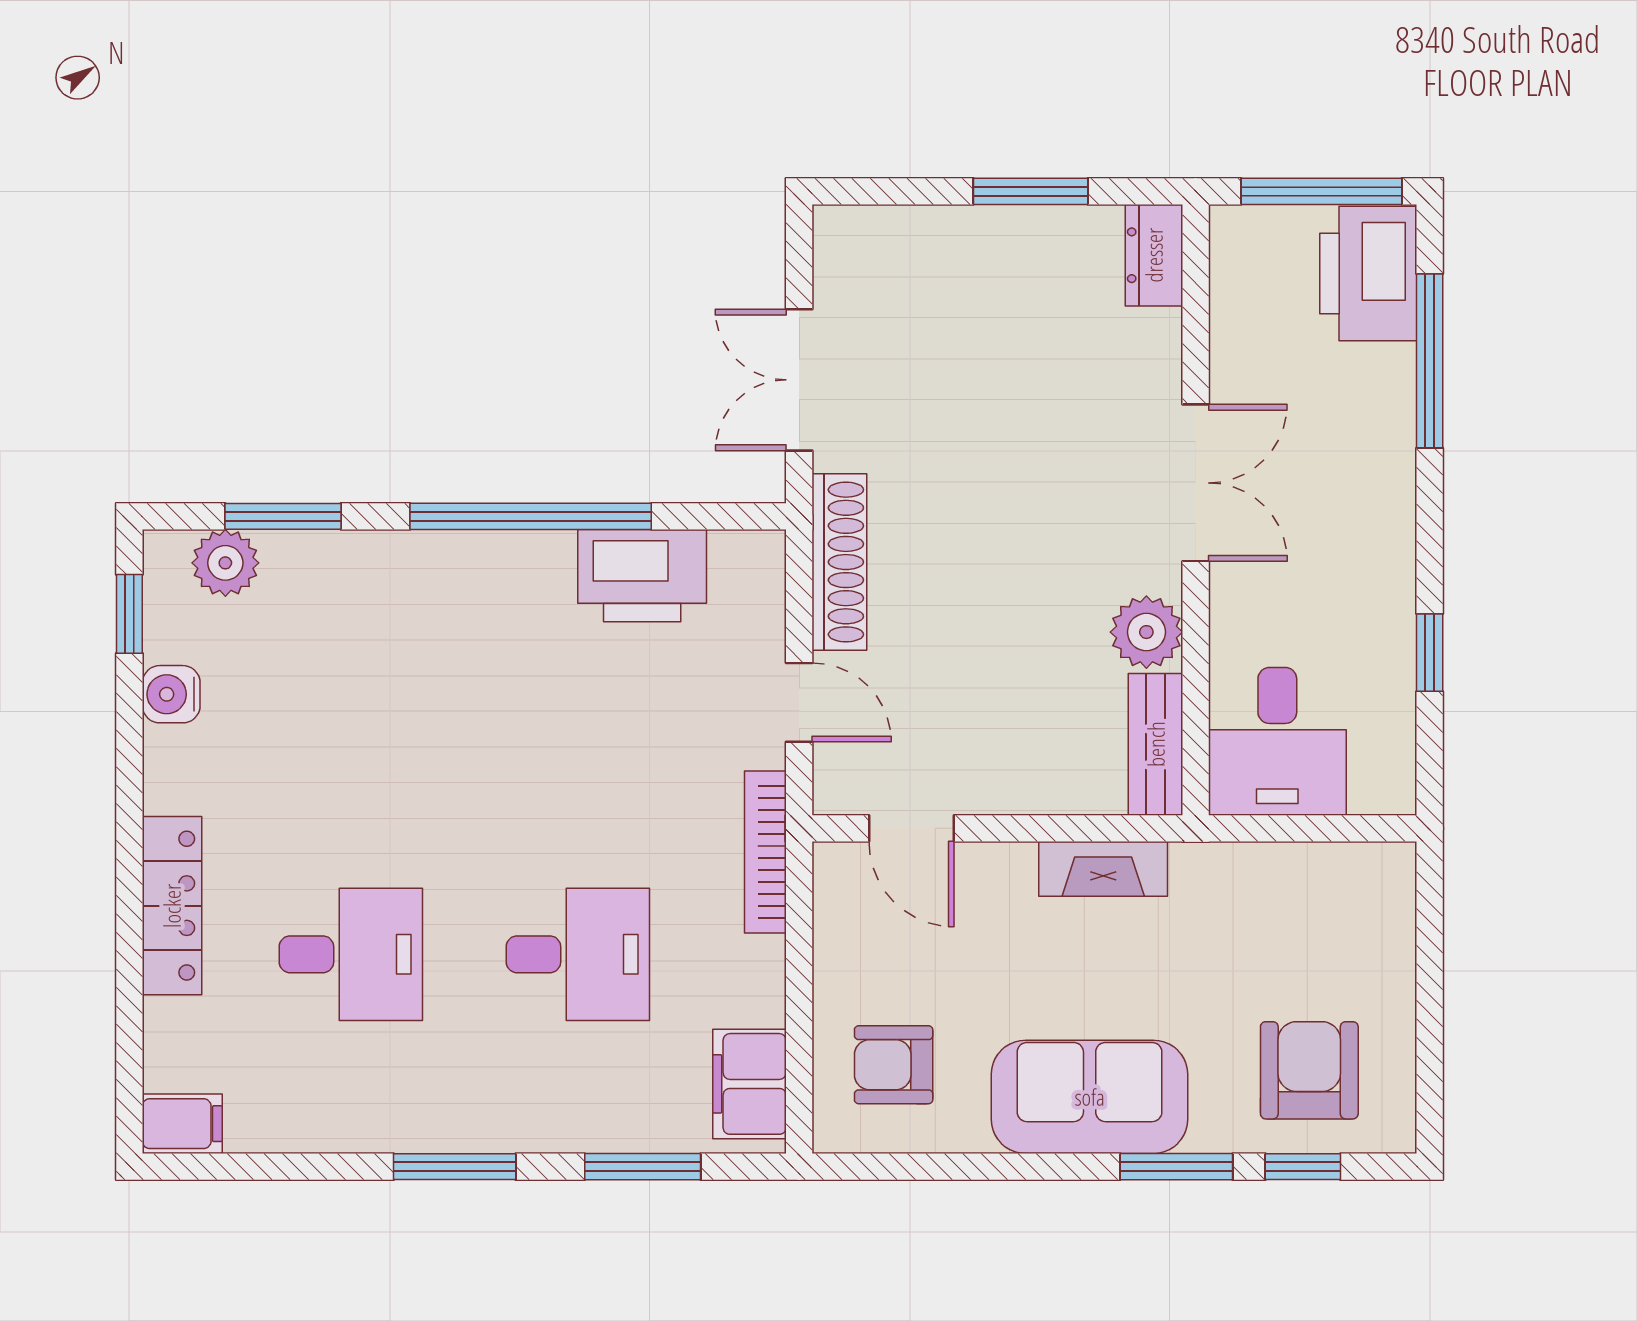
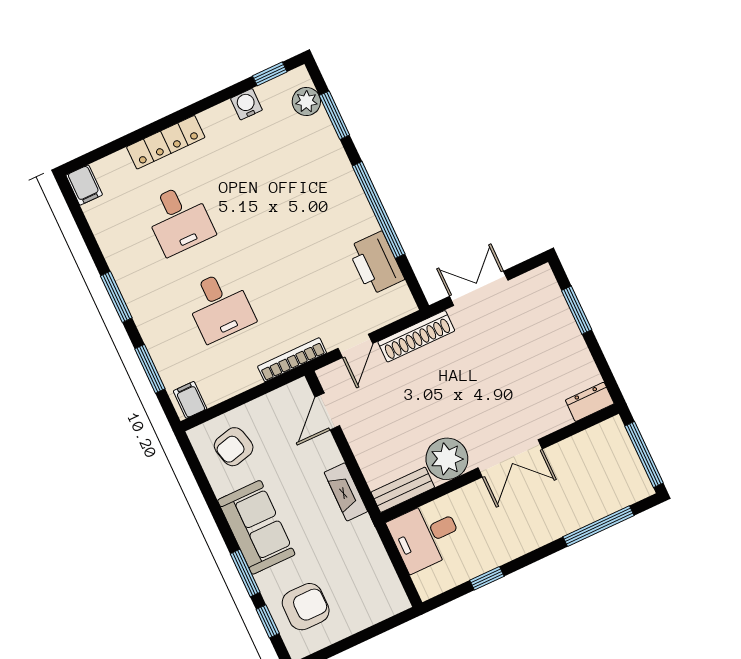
window: (1031, 191) -> (577, 310), moved
printer: (1368, 274) -> (621, 487), removed
plant: (1146, 632) -> (447, 459), width x1.36, depth x1.36
armchair: (894, 1065) -> (234, 447), turned -104
filing cabinet: (750, 1084) -> (190, 400), width x0.50

